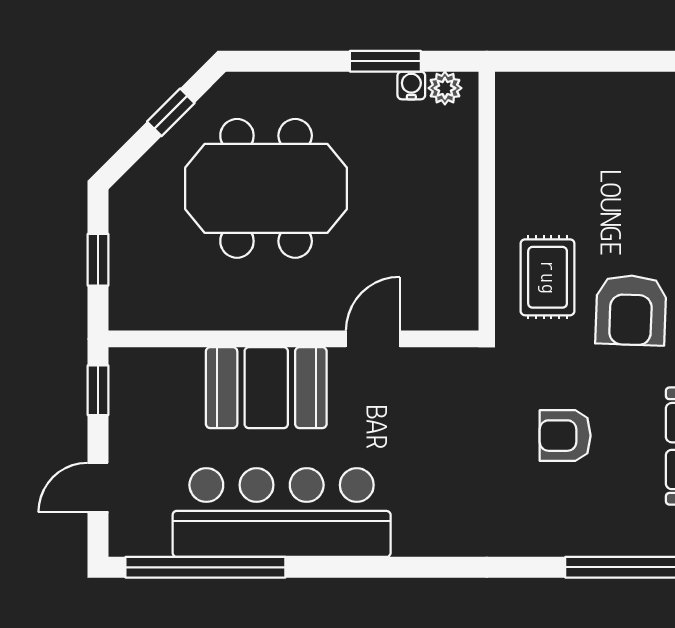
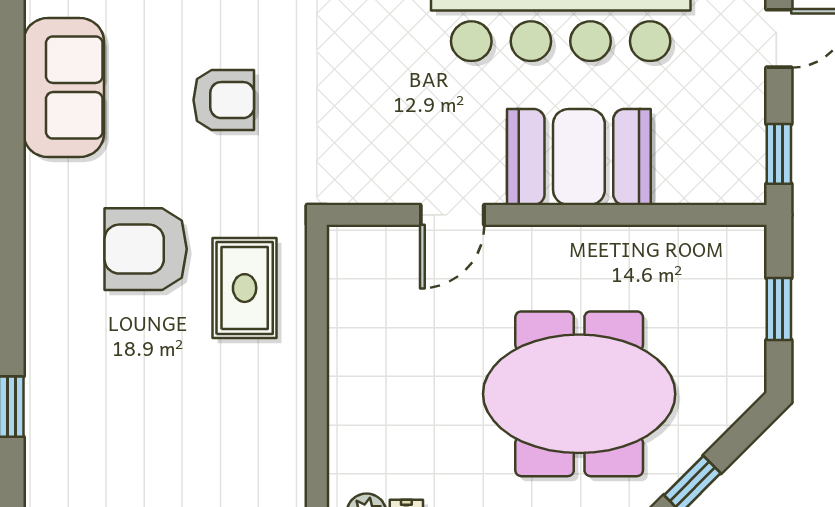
armchair: (631, 310) -> (146, 249), turned -92

